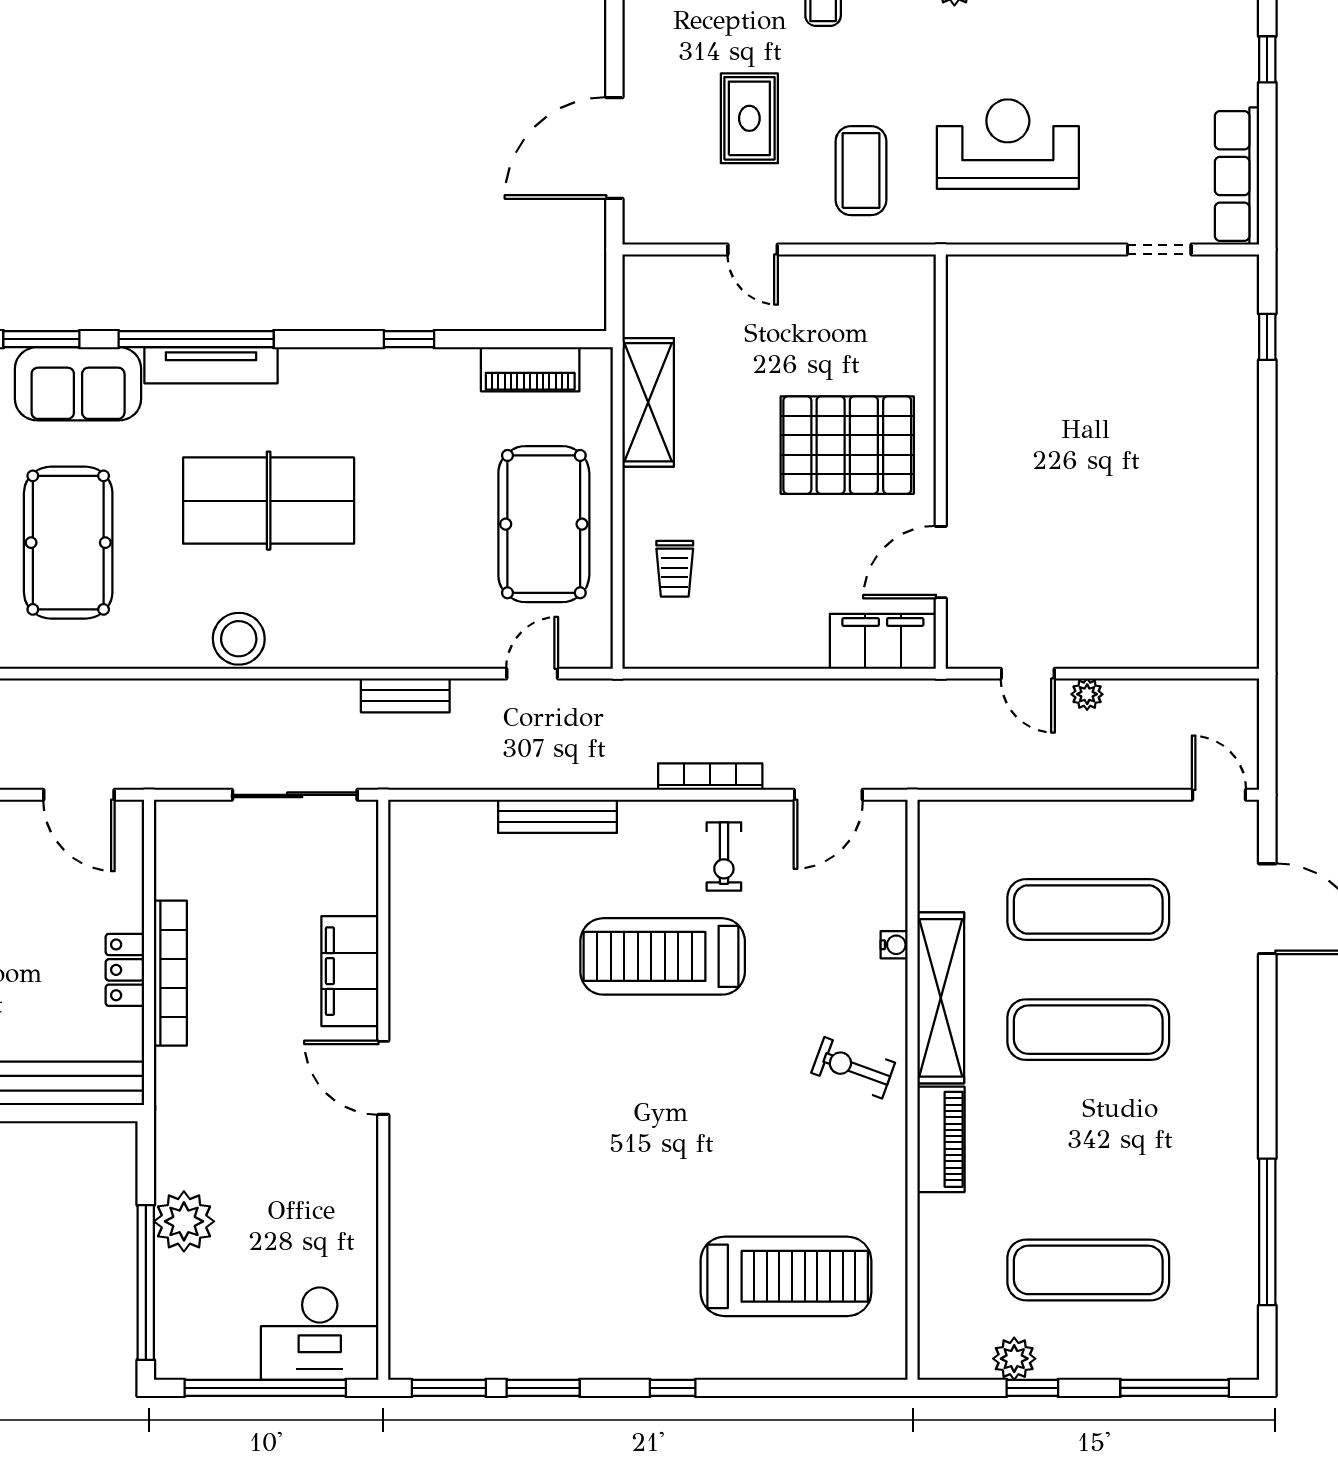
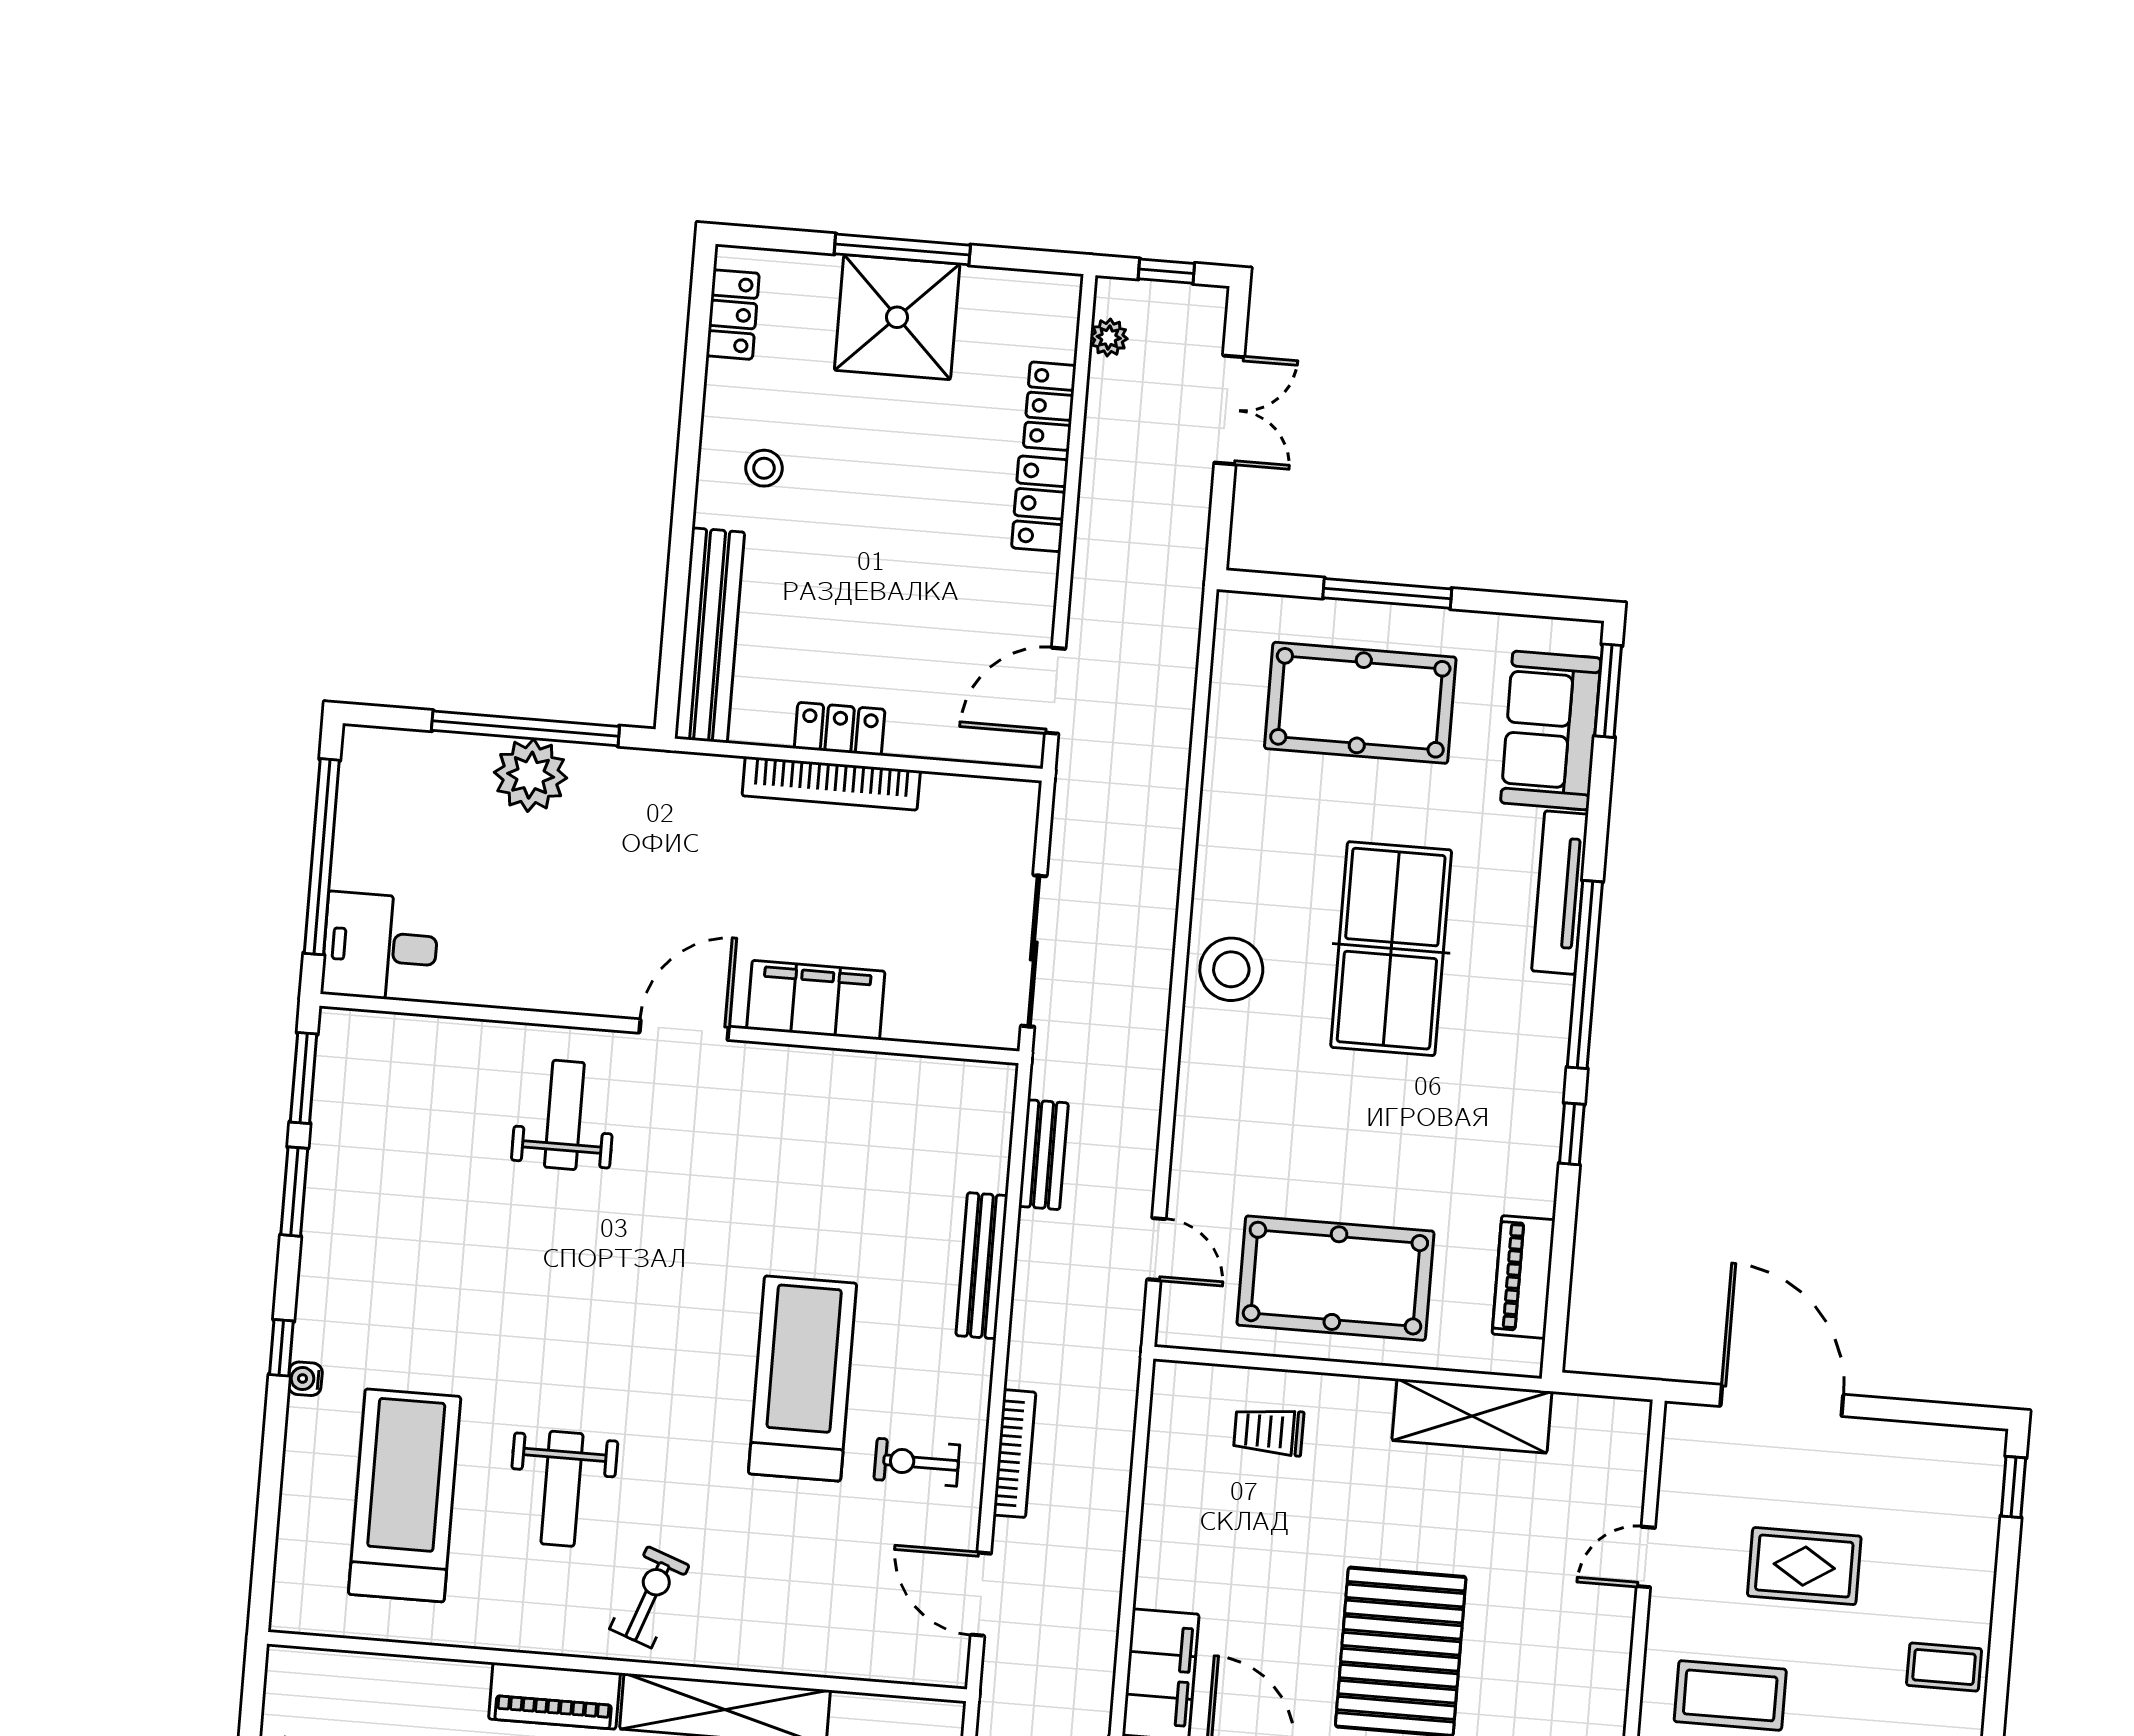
window: (196, 339) -> (1585, 975), moved
stool: (239, 639) -> (1231, 969), moved
bench: (405, 695) -> (1043, 1155), moved
water cooler: (894, 945) -> (305, 1379), moved, turned 90
weight bench: (770, 1147) -> (562, 1489), added
weight bench: (462, 1170) -> (564, 1115), added
treadmill: (786, 1276) -> (405, 1495), turned 180
window: (146, 1283) -> (525, 728), moved
desk: (320, 1334) -> (380, 947), width x0.73

